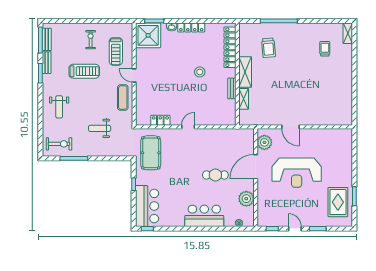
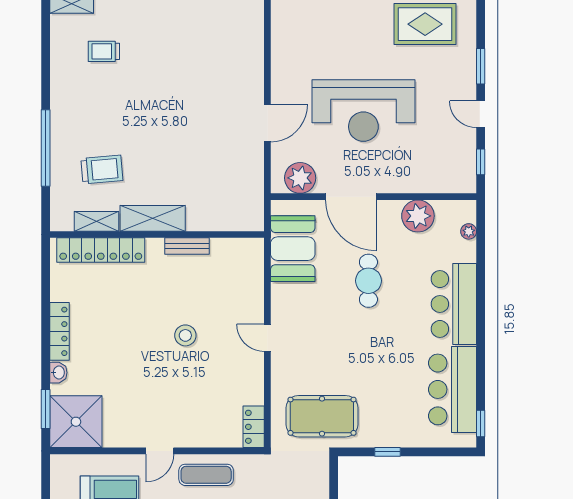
stool: (200, 72) -> (185, 335), moved
shelving: (244, 99) -> (96, 221), moved
locker: (160, 120) -> (254, 427), moved
booth: (231, 139) -> (293, 249), added
reception desk: (297, 173) -> (363, 111), turned 90
bar counter: (147, 206) -> (453, 389), moved, turned -90
door: (295, 229) -> (481, 114), hinge flipped

